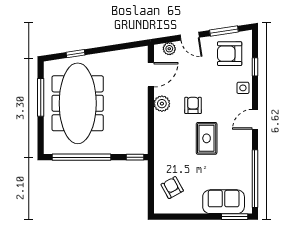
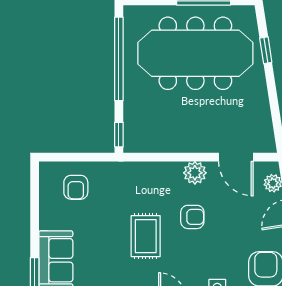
rug: (207, 138) -> (146, 236), turned 90
armchair: (172, 188) -> (76, 187), turned 119

